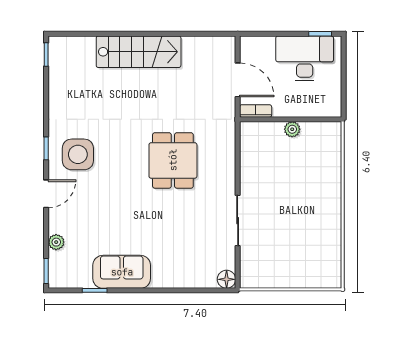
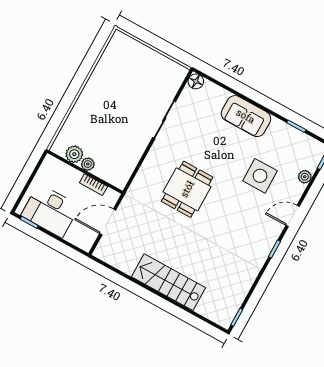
door: (238, 80) -> (108, 222), hinge flipped
bookcase: (256, 111) -> (93, 185), moved
plant: (312, 132) -> (74, 154), added
side table: (78, 154) -> (260, 176), moved
sofa: (122, 272) -> (246, 116), moved

